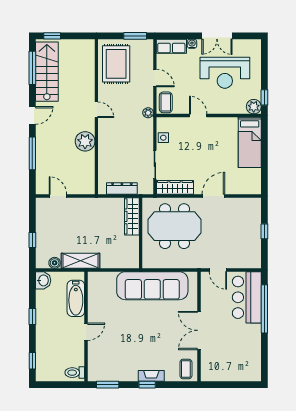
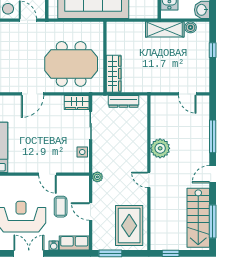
window: (52, 36) -> (171, 253), moved
coffee table: (166, 102) -> (61, 207), moved
wardrobe: (175, 187) -> (77, 103), width x0.67

